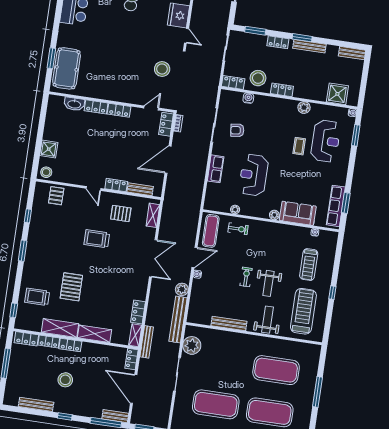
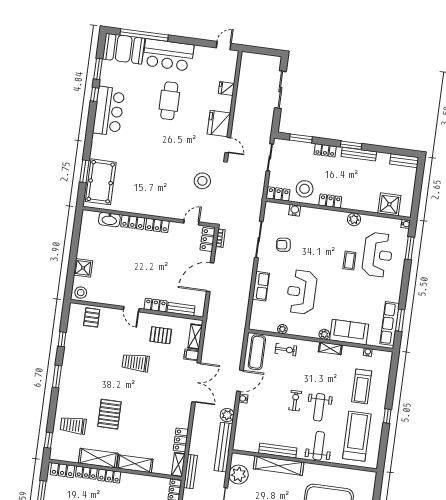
shelving: (280, 228) -> (330, 348), added
filing cabinet: (149, 232) -> (191, 355), added
shelving: (230, 338) -> (279, 466), added

